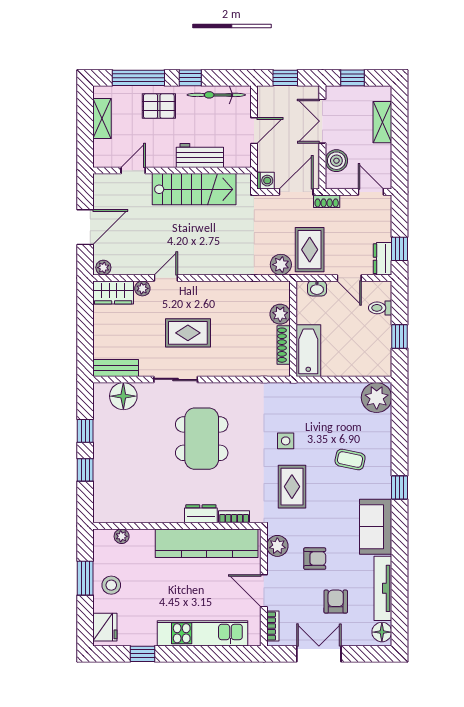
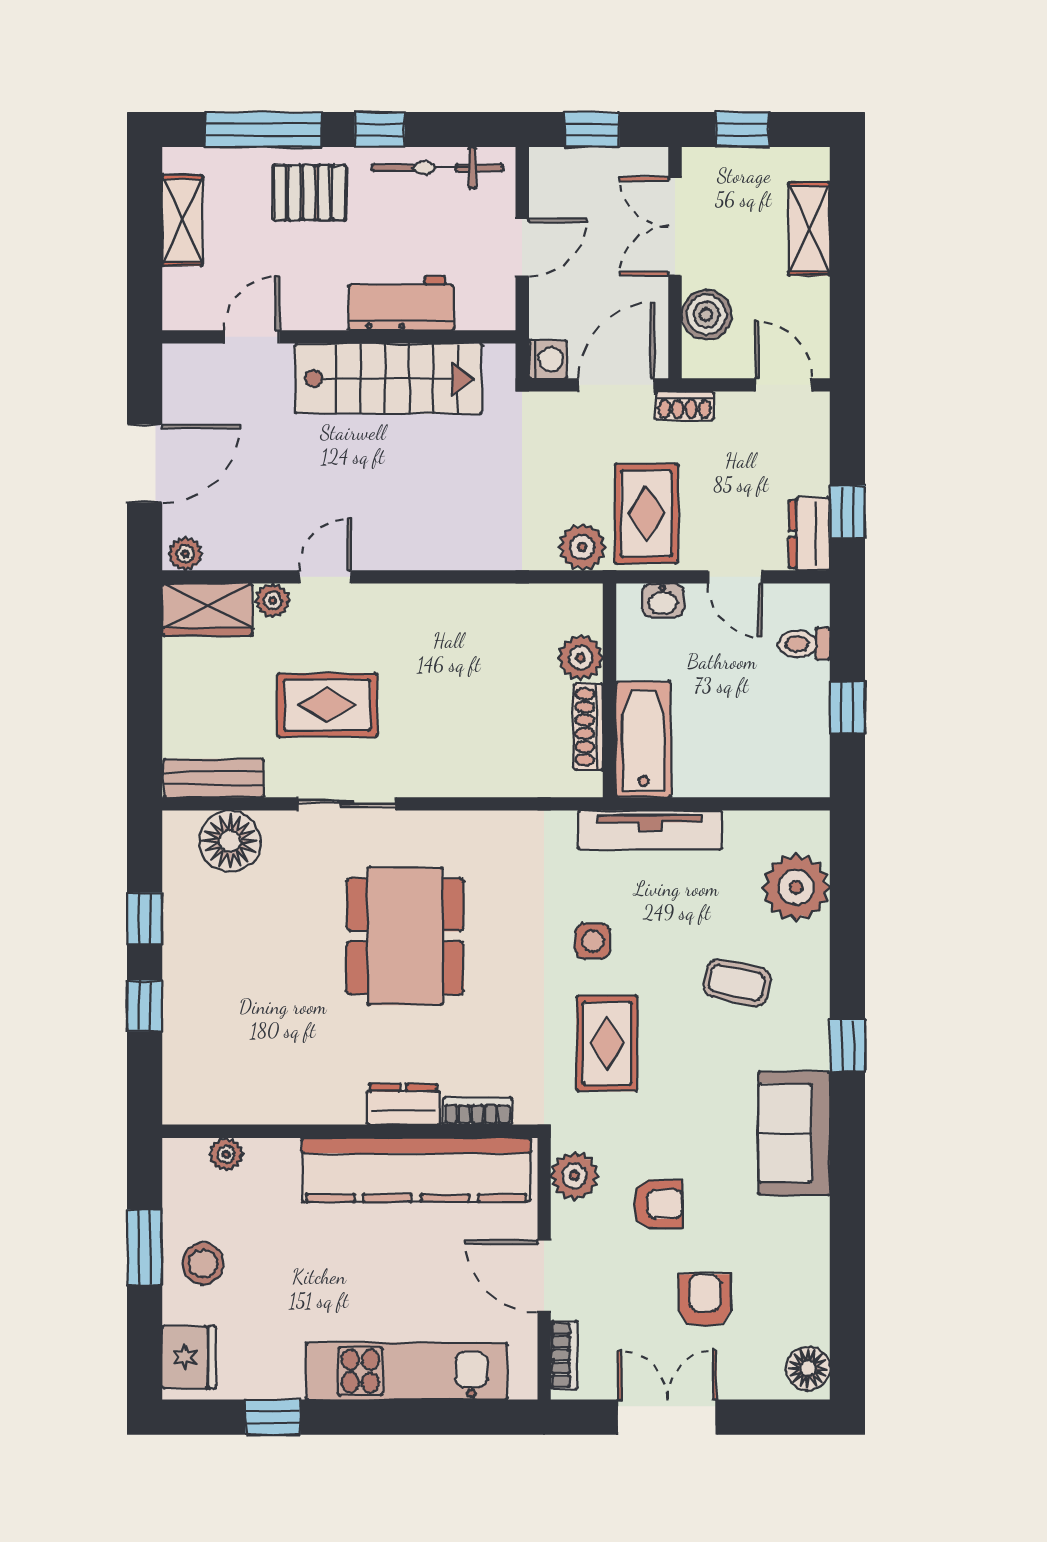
rug: (188, 333) -> (327, 705), moved
plant: (377, 398) -> (796, 887), moved
tv unit: (383, 588) -> (650, 830), moved, turned -90

